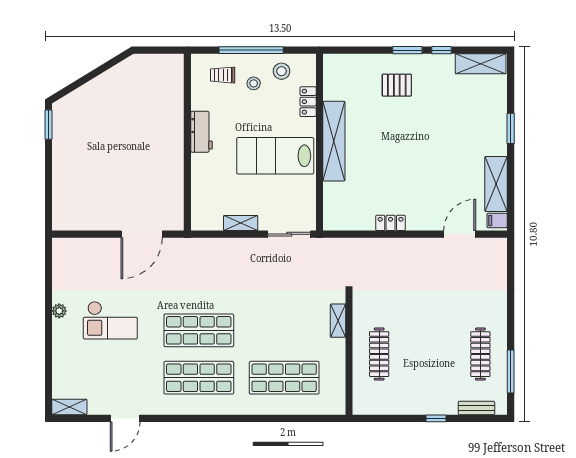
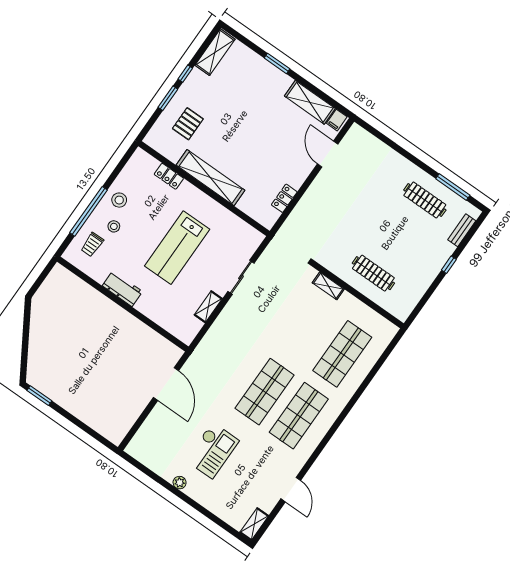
locker: (308, 102) -> (169, 176), moved
shelving: (334, 141) -> (211, 178), moved
wall: (319, 142) -> (204, 189), moved

